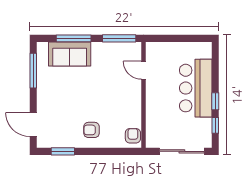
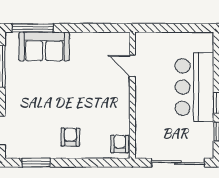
window: (74, 38) -> (33, 28), moved
window: (119, 38) -> (103, 28), removed
armchair: (92, 130) -> (70, 137), turned 90

